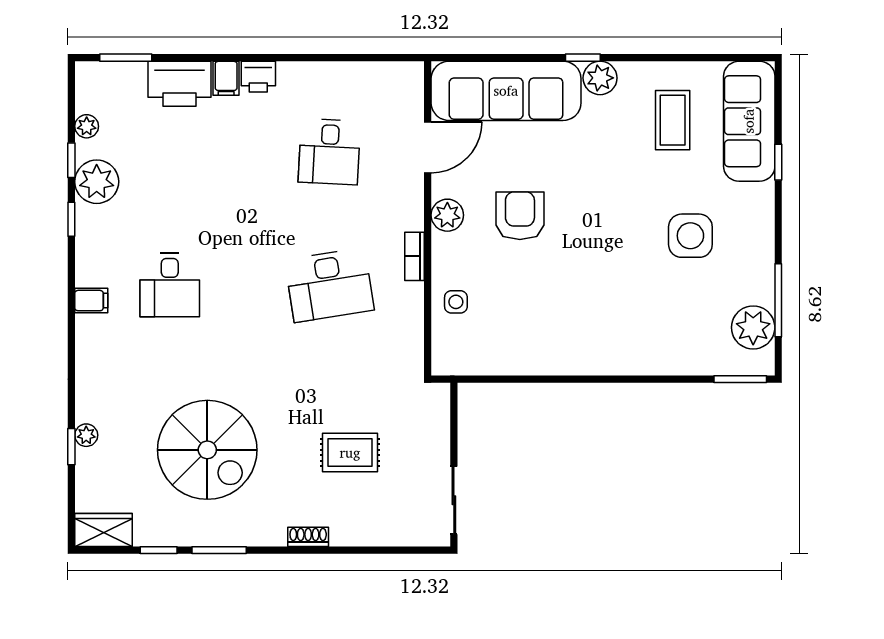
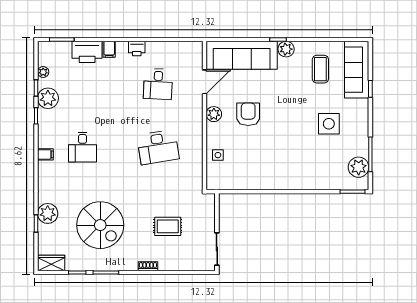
printer: (258, 77) -> (137, 48), moved
bookcase: (415, 256) -> (198, 134), removed
plant: (86, 435) -> (48, 213), width x1.88, depth x1.88

